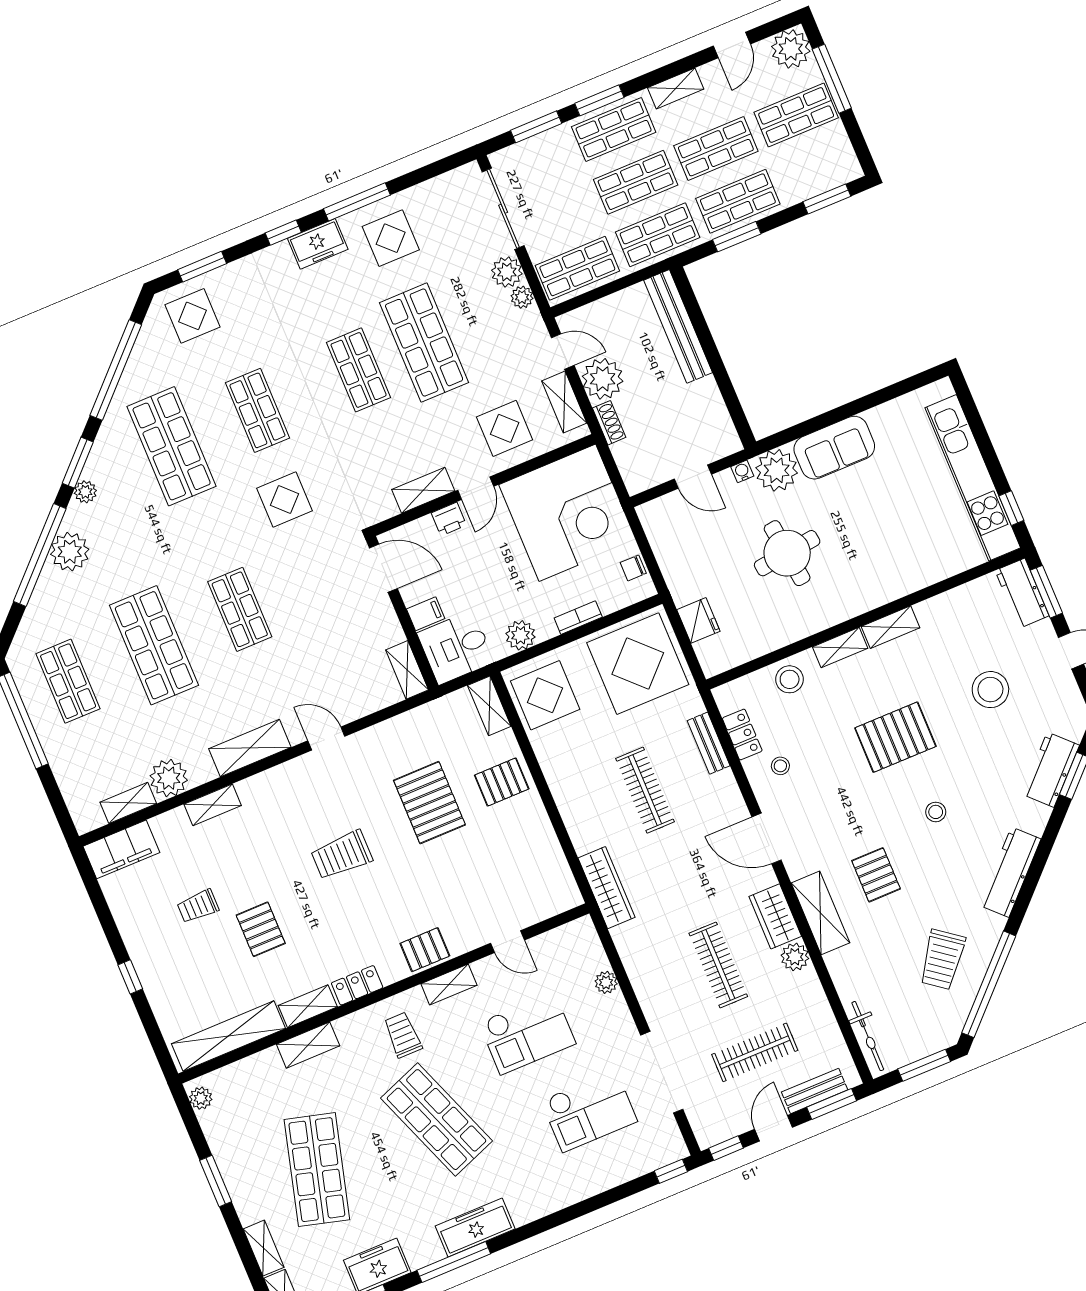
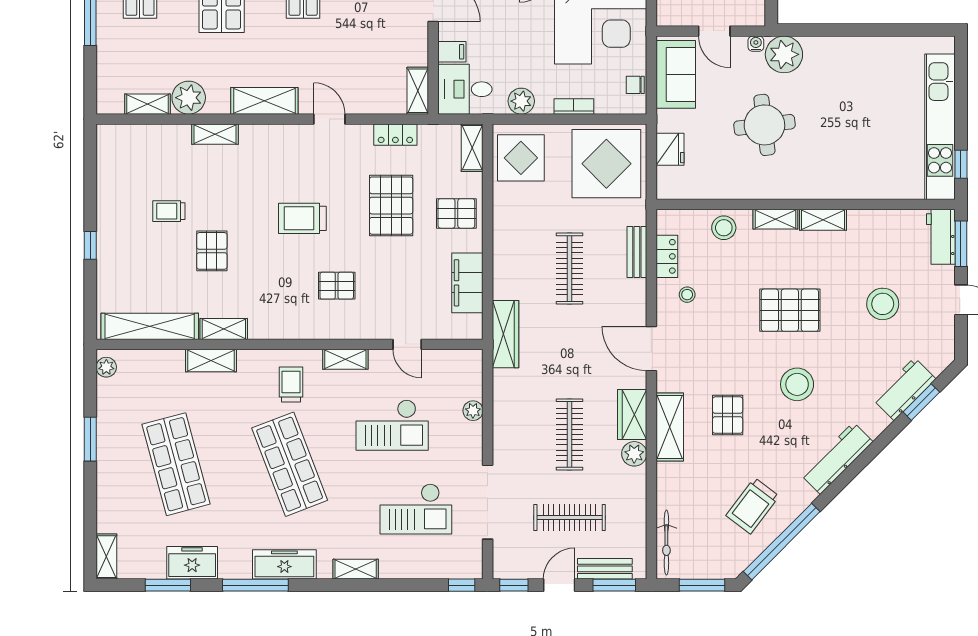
sofa: (834, 448) -> (676, 74), moved, turned -90
stool: (936, 812) -> (797, 384), width x1.89, depth x1.89
filing cabinet: (121, 849) -> (467, 283), moved, turned 90
pallet: (425, 950) -> (337, 286), moved
locker: (357, 985) -> (395, 135), moved, turned 180
shop shelf: (317, 1170) -> (176, 464), turned -30
shelving: (264, 1248) -> (356, 569), moved, turned 90

